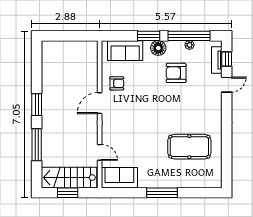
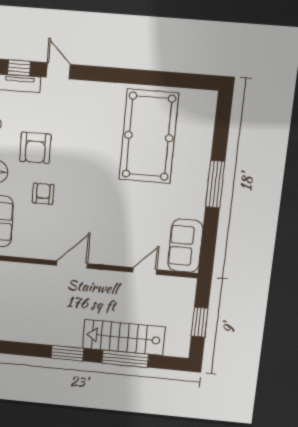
armchair: (117, 83) -> (43, 194), moved
door: (100, 103) -> (72, 264), swing flipped
pool table: (189, 147) -> (149, 137), width x1.36, depth x1.32
stairs: (69, 178) -> (124, 338), moved, turned 90

